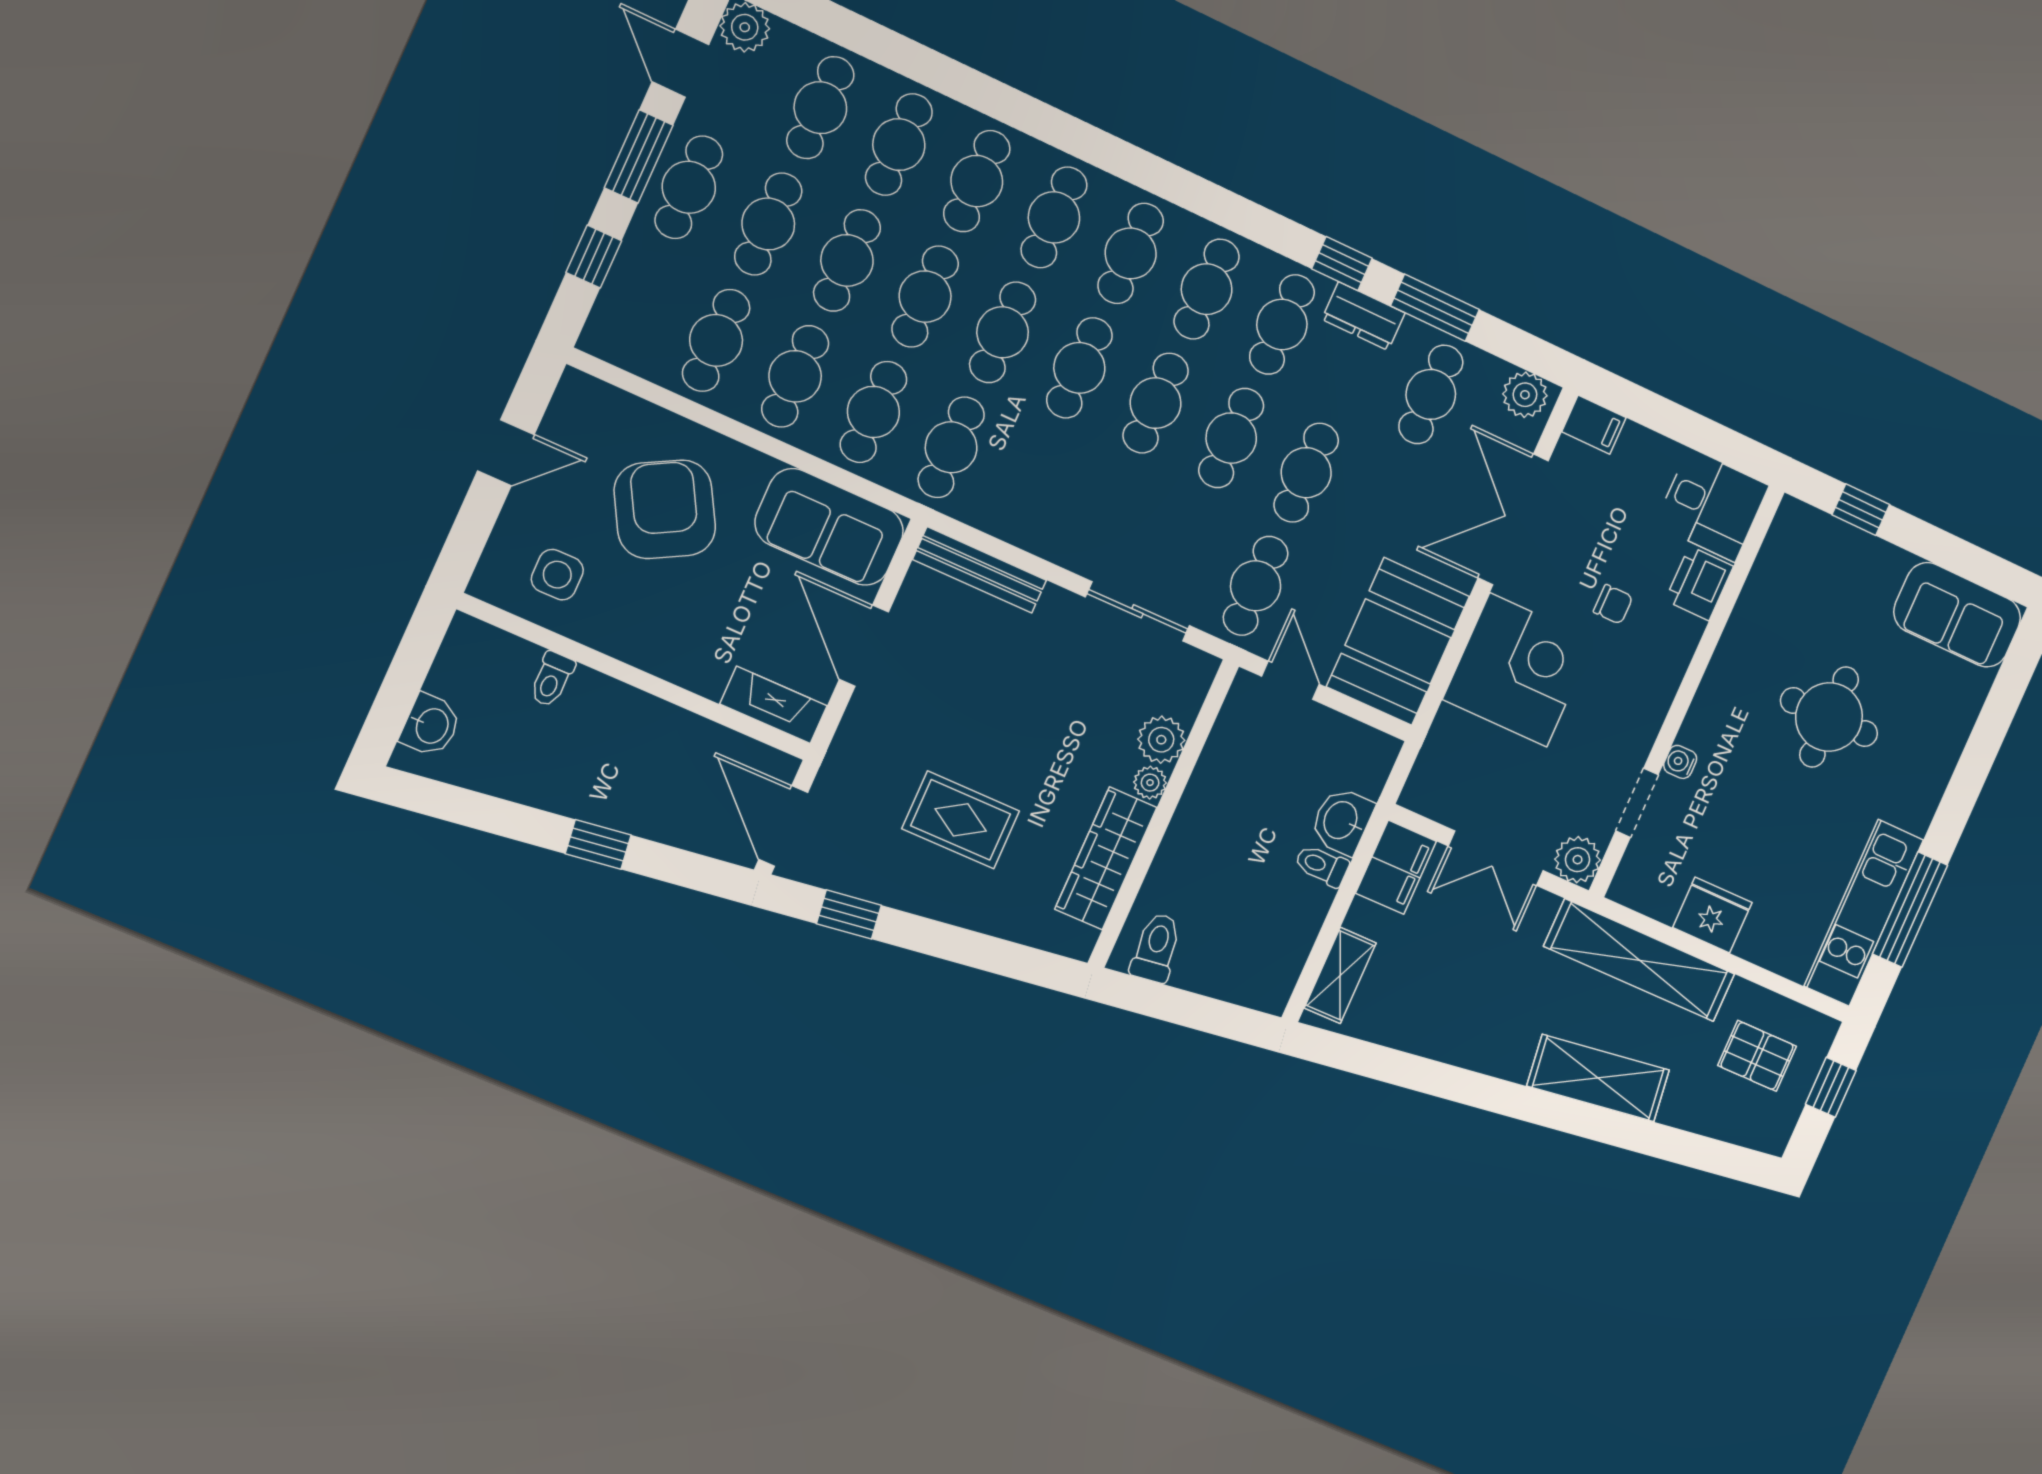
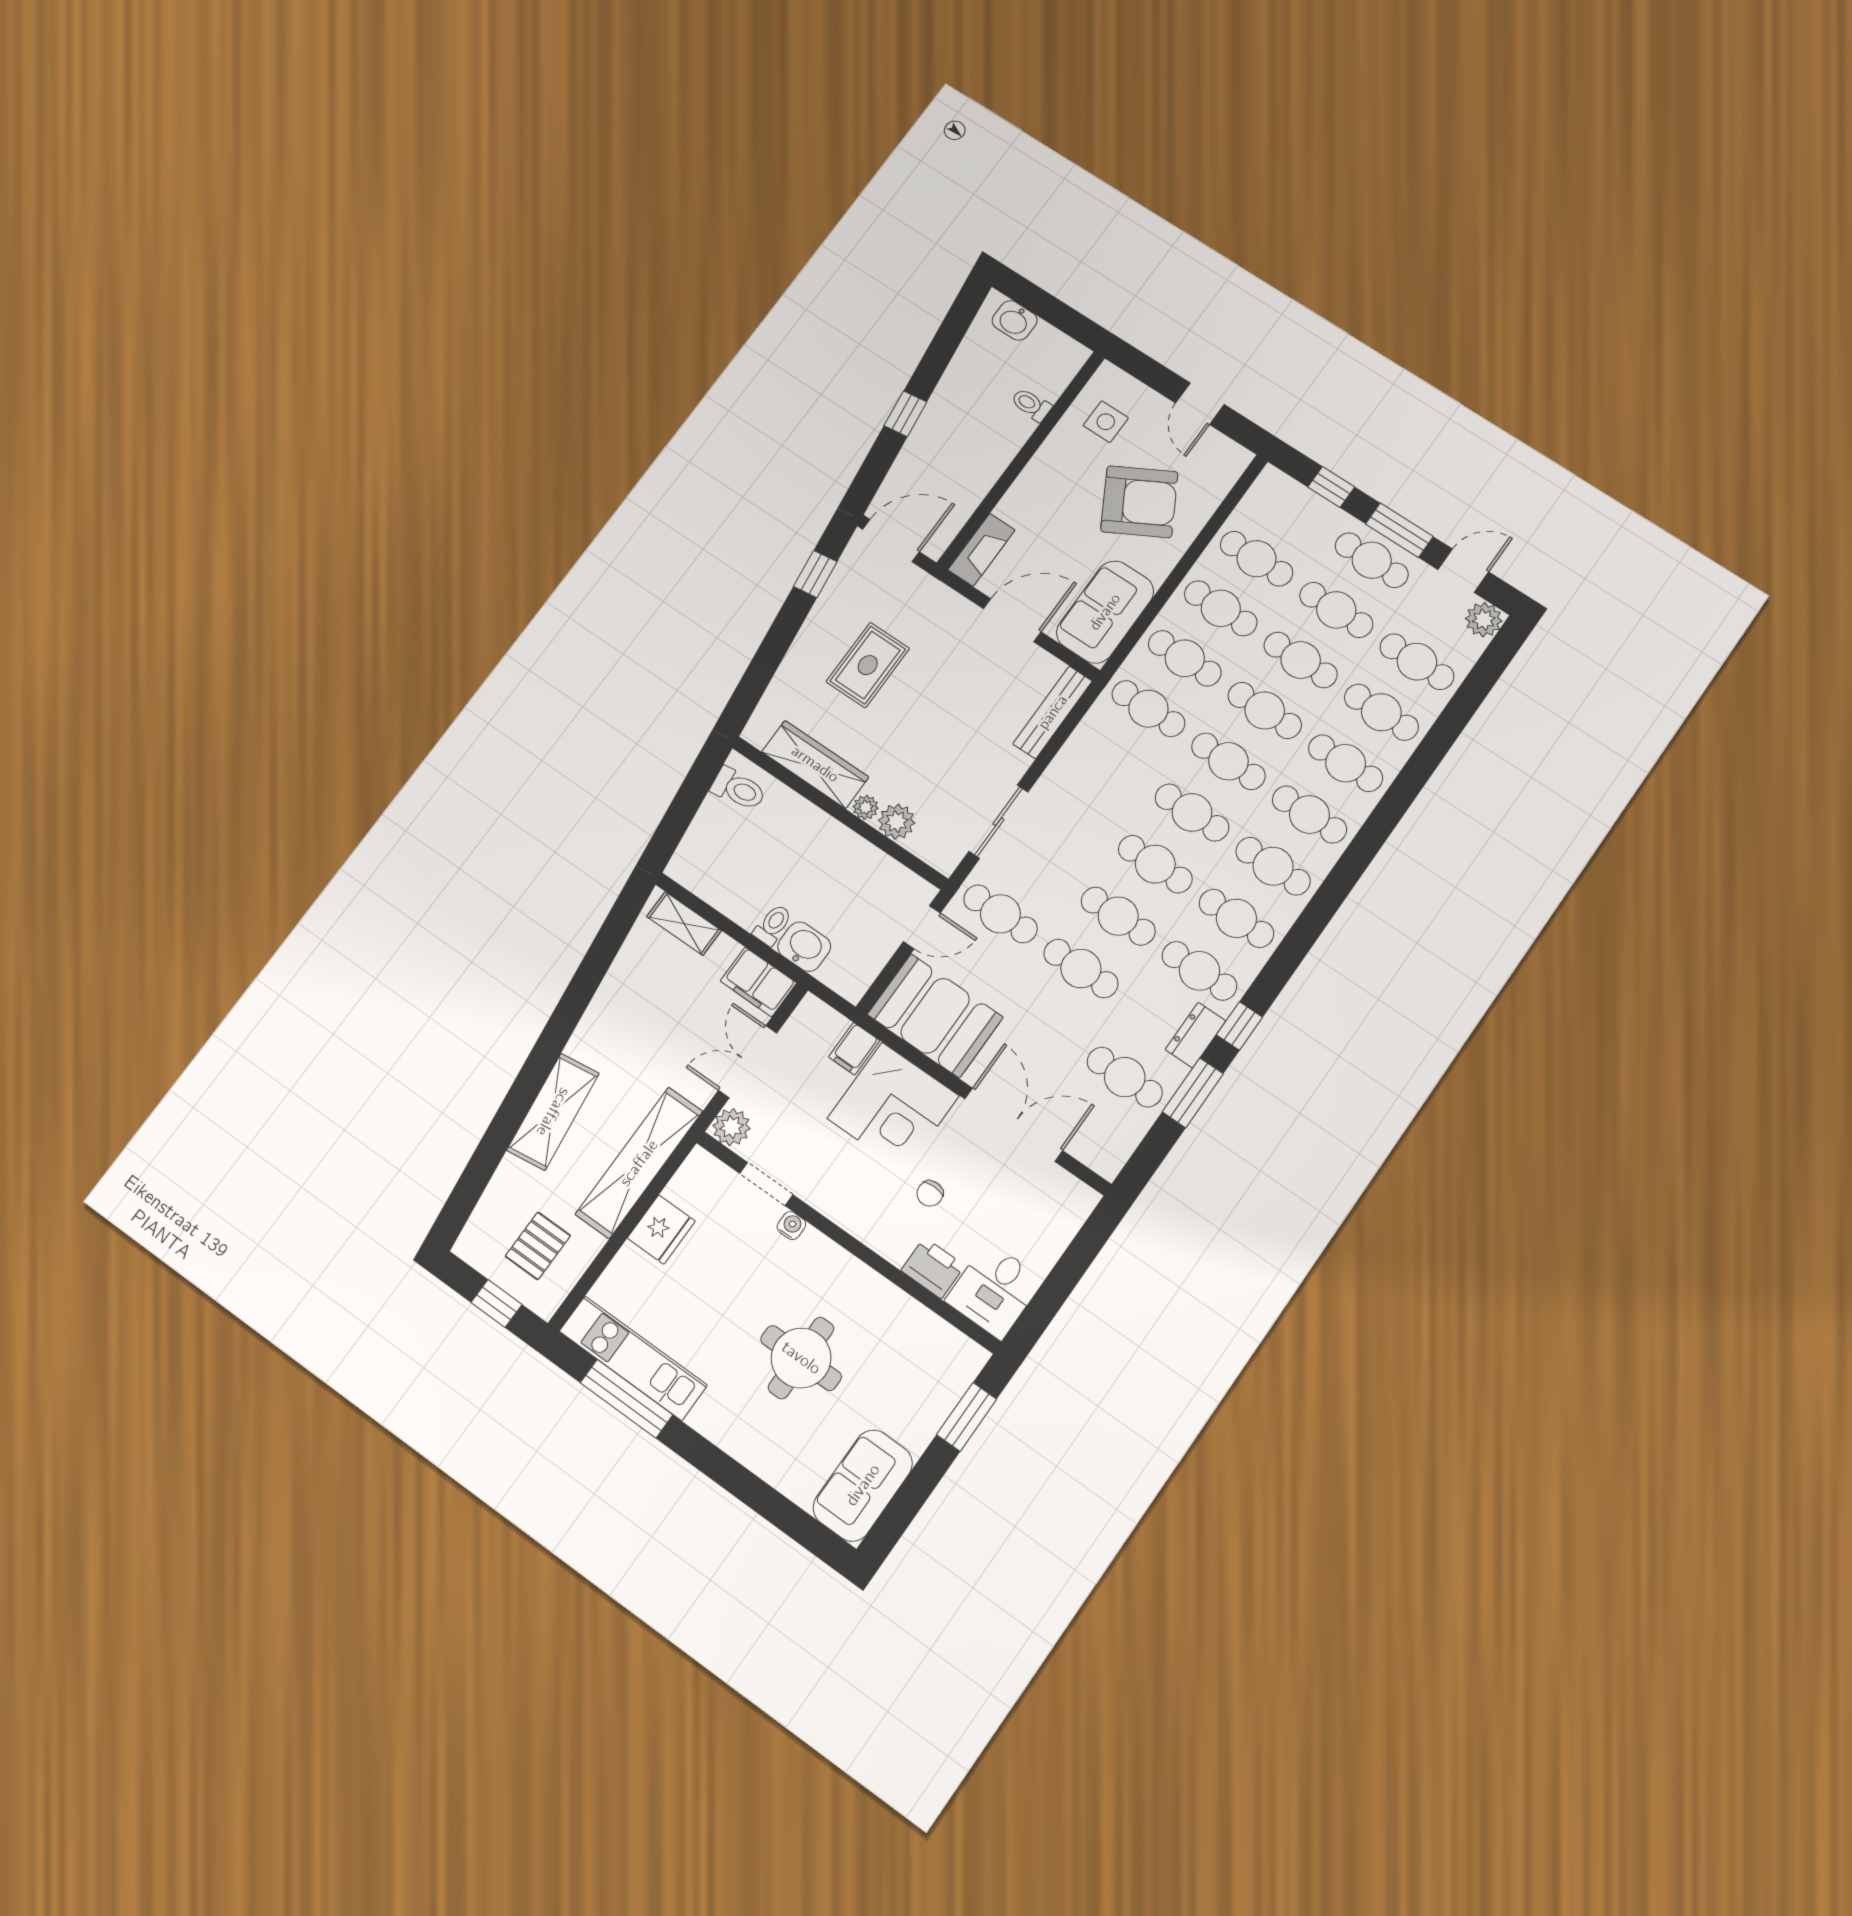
plant: (1525, 395) -> (1111, 1152), removed
filing cabinet: (1594, 425) -> (854, 1049), moved
window: (1861, 510) -> (967, 1417), width x1.50

